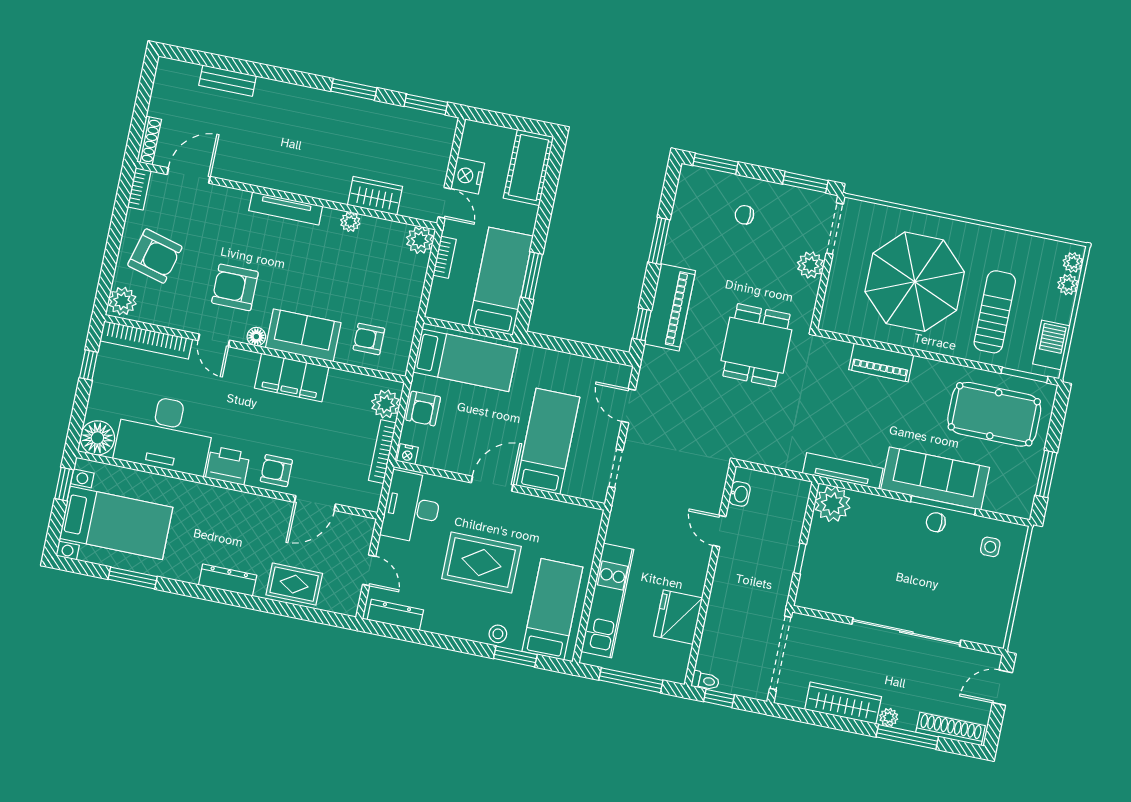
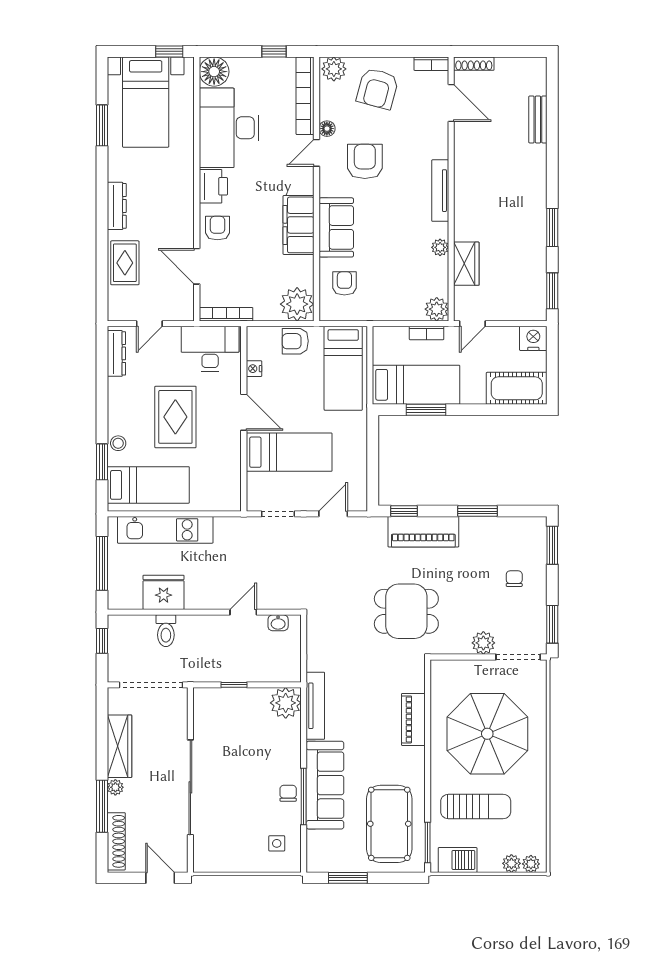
nightstand: (468, 176) -> (533, 338), moved
floor lamp: (256, 337) -> (327, 129), moved
plant: (386, 404) -> (297, 304), width x1.36, depth x1.36
bookcase: (382, 452) -> (226, 314), moved
nightstand: (408, 454) -> (254, 369), moved
toilet: (705, 681) -> (166, 631), moved, width x1.37, depth x1.39

